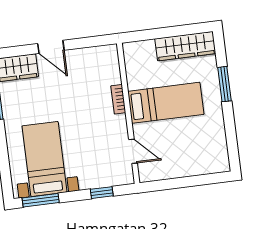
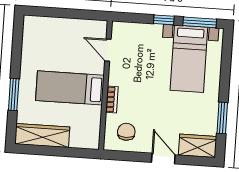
chair: (96, 68) -> (126, 132), added
window: (102, 193) -> (164, 20), moved

